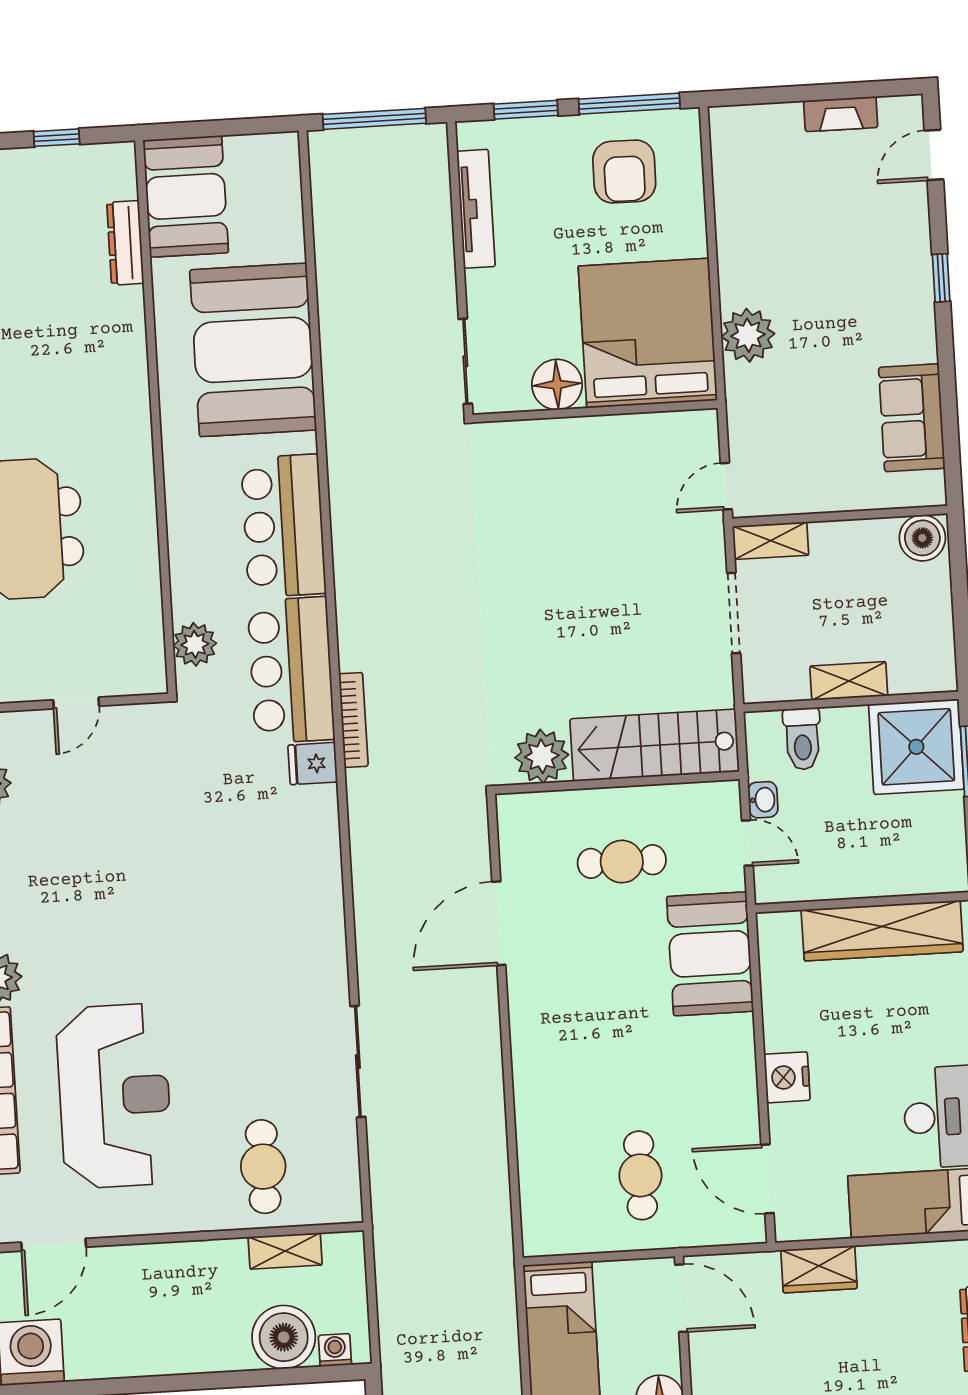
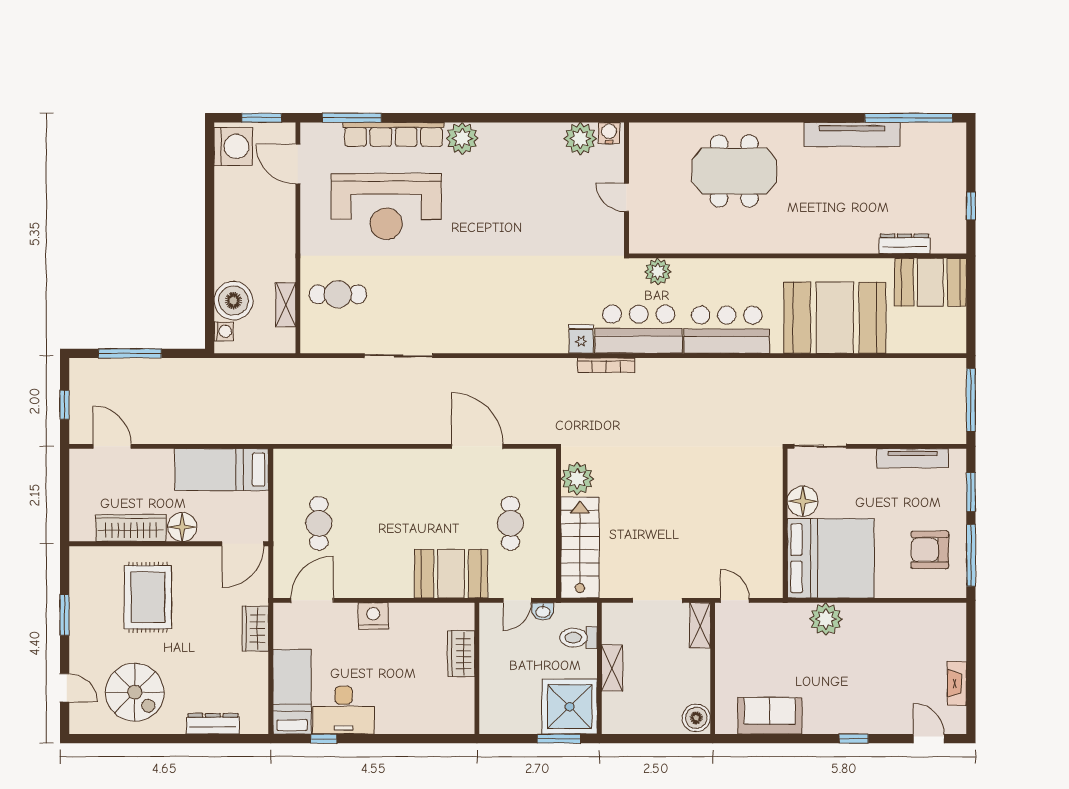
wardrobe: (882, 931) -> (461, 654), width x0.48, depth x0.85
cafe table: (640, 1175) -> (319, 523), turned 90

